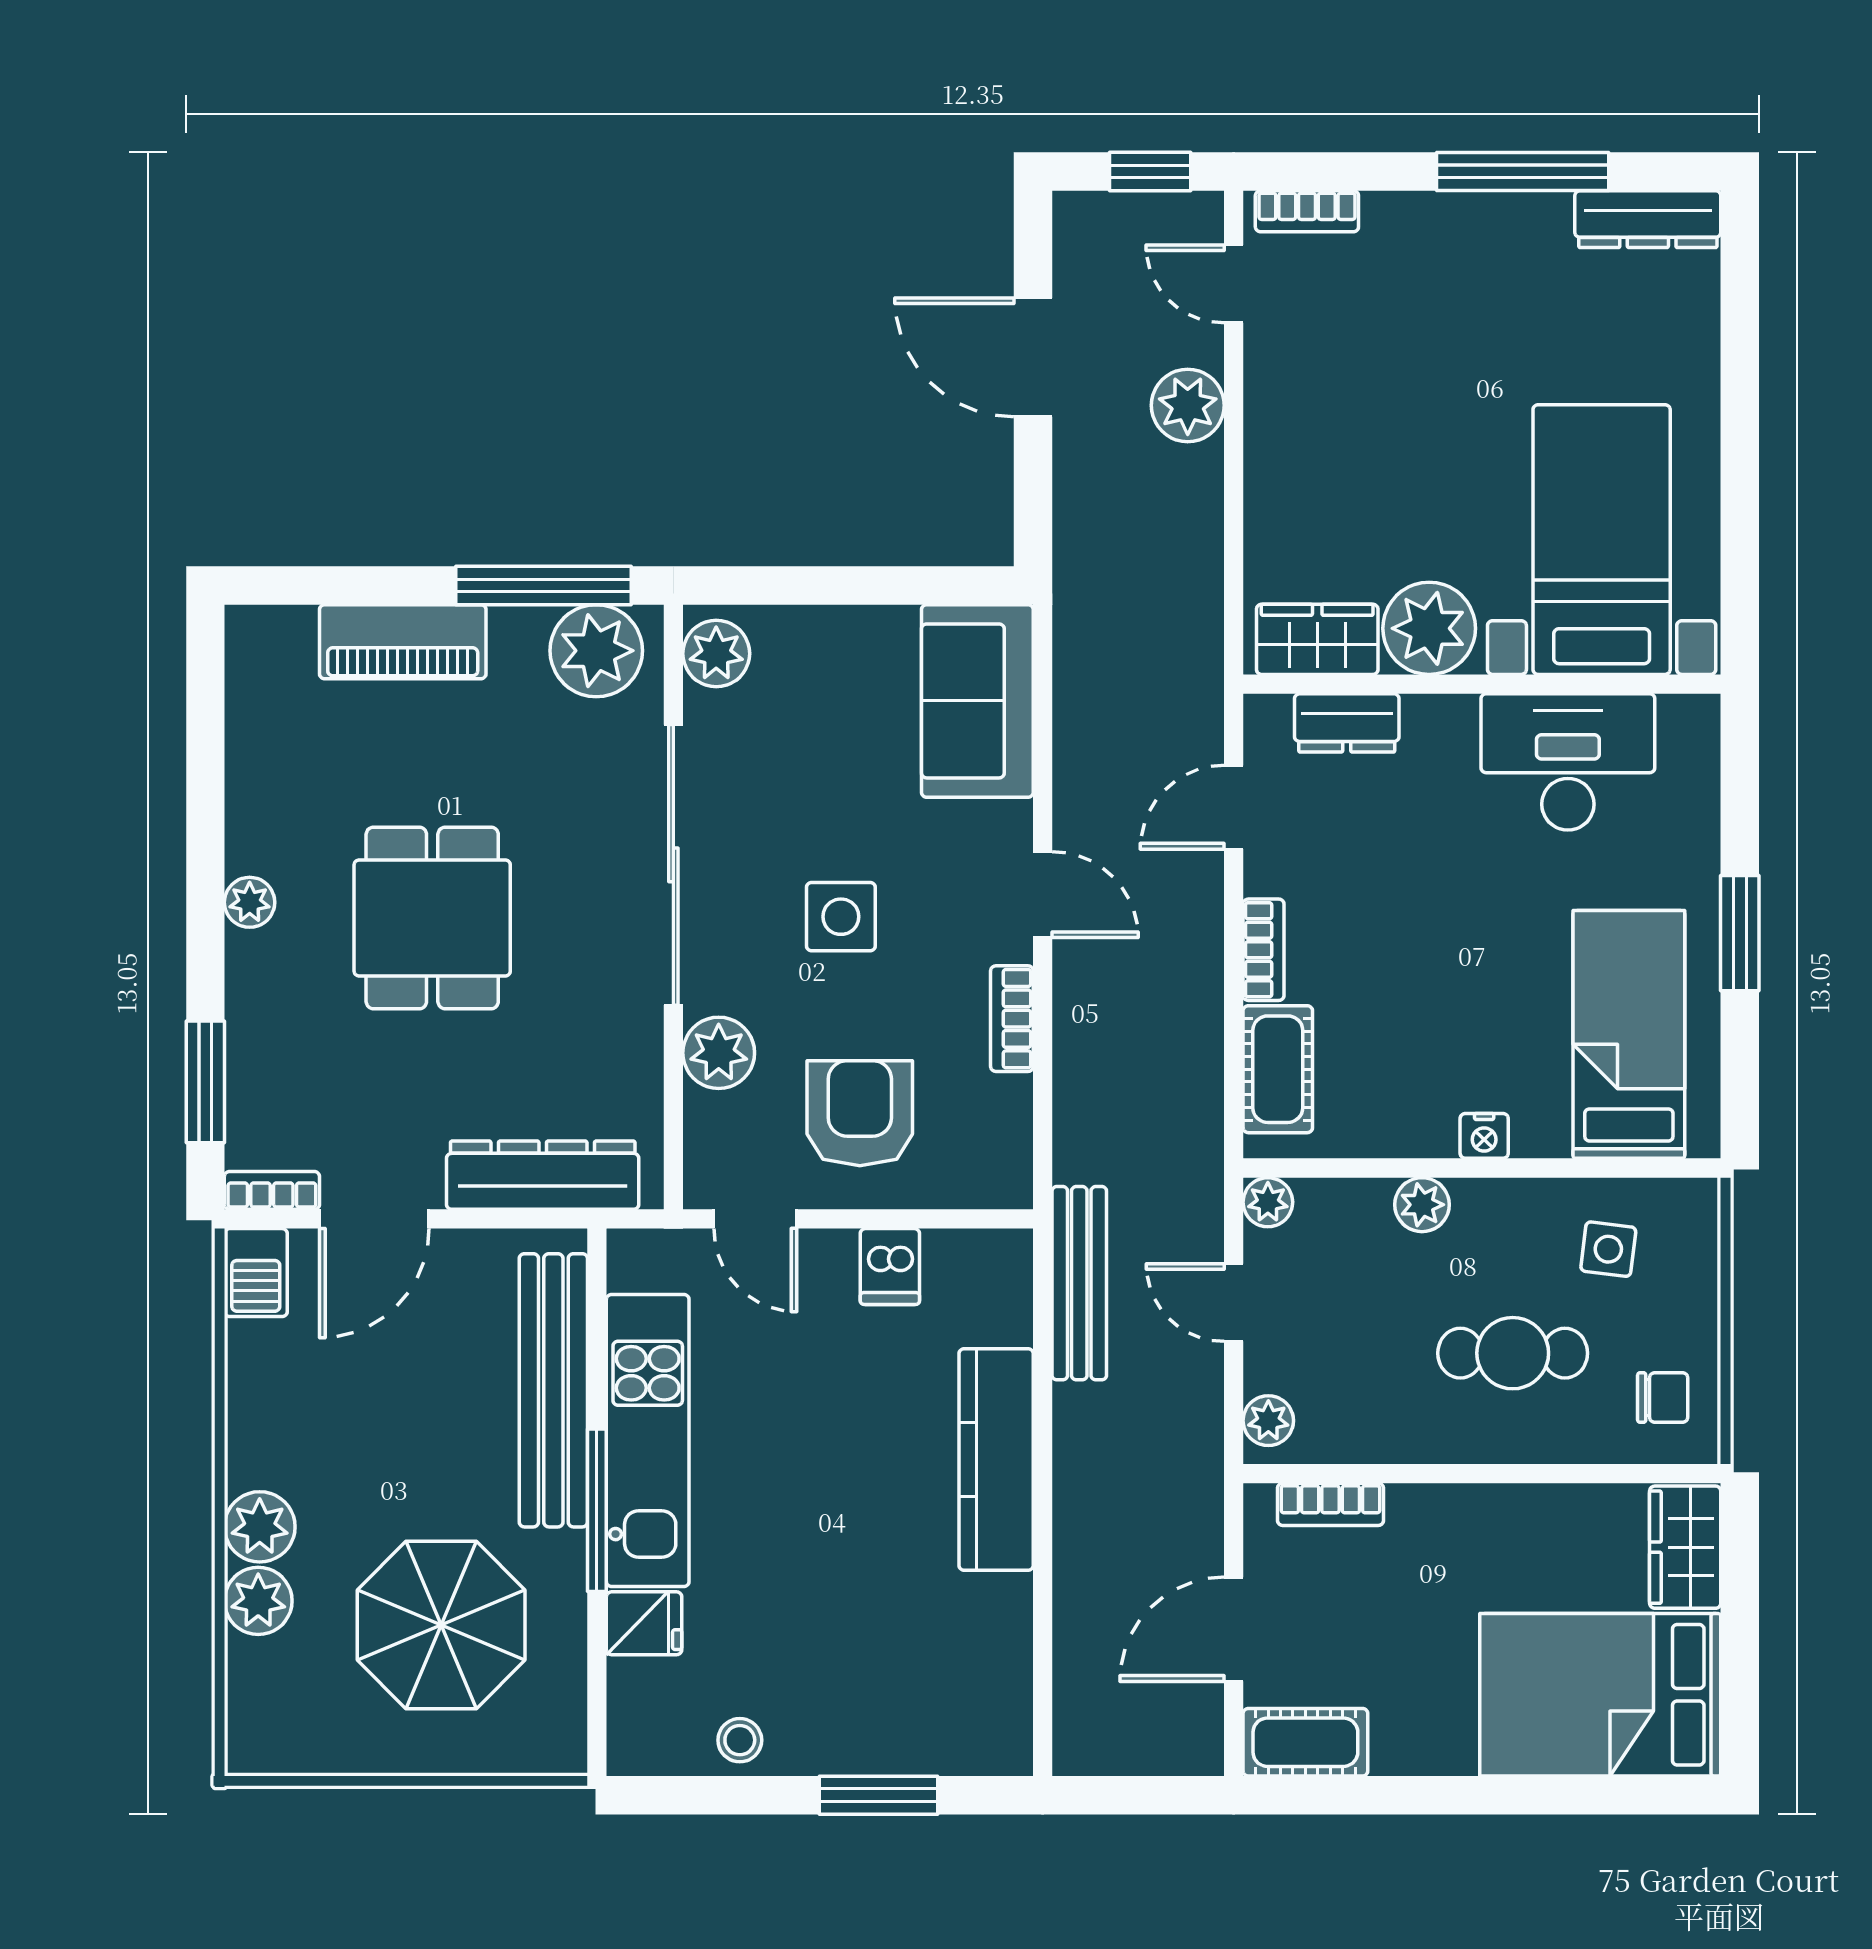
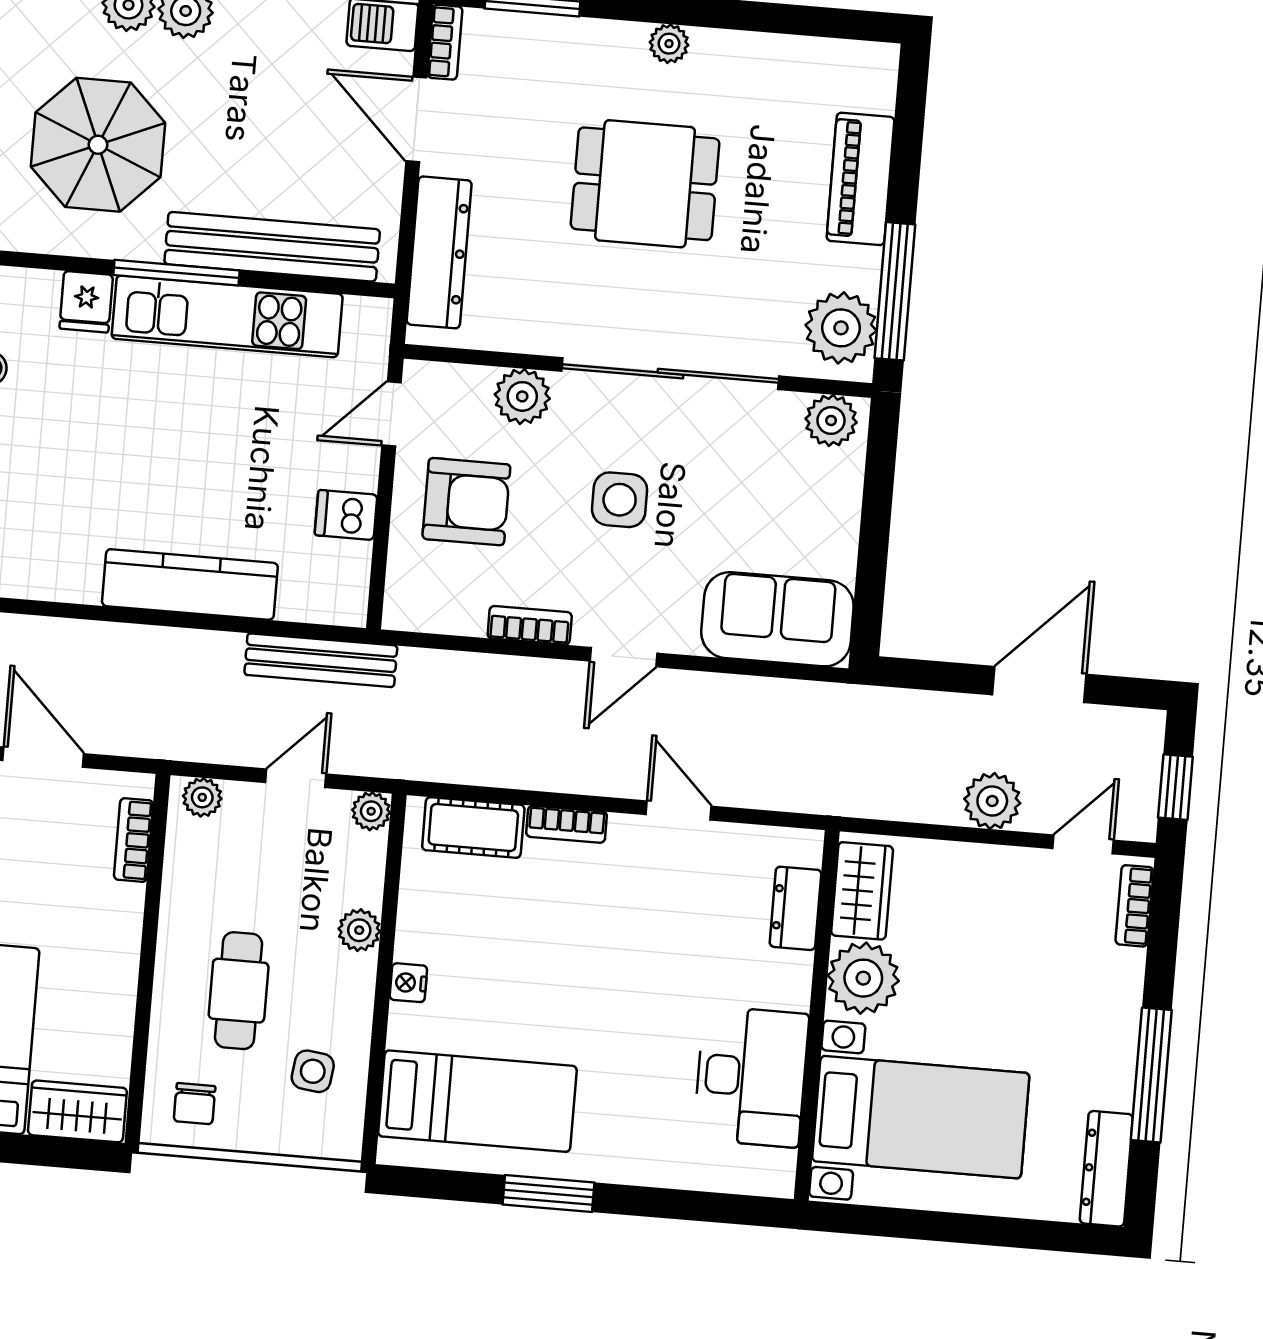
bed with nightstands: (1602, 540) -> (921, 1117), moved
plant: (1429, 628) -> (863, 978), moved
wardrobe: (1317, 639) -> (862, 891), moved
wall: (1482, 684) -> (817, 1015), moved
dresser: (1347, 723) -> (796, 908), moved
desk: (1568, 762) -> (751, 1077), moved

